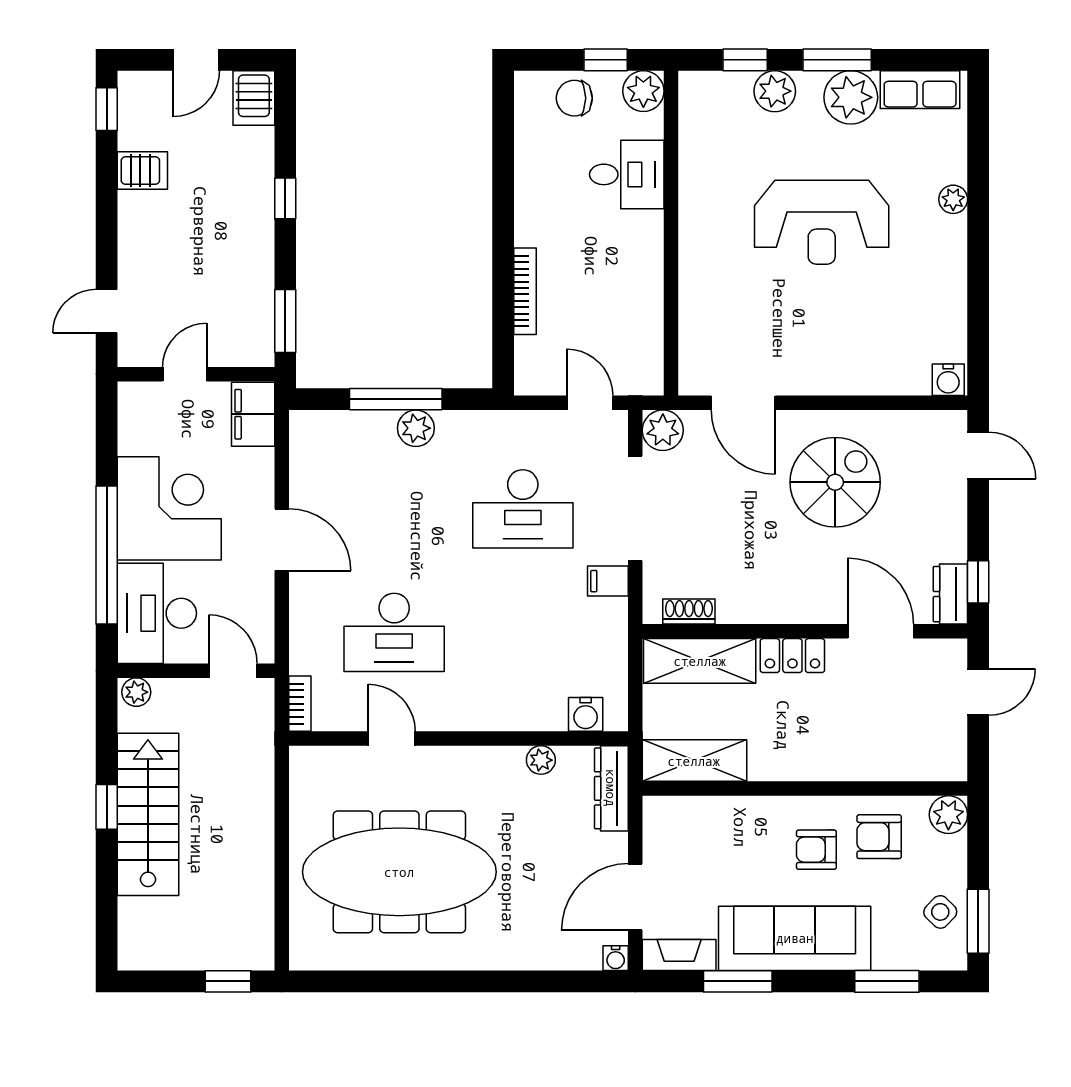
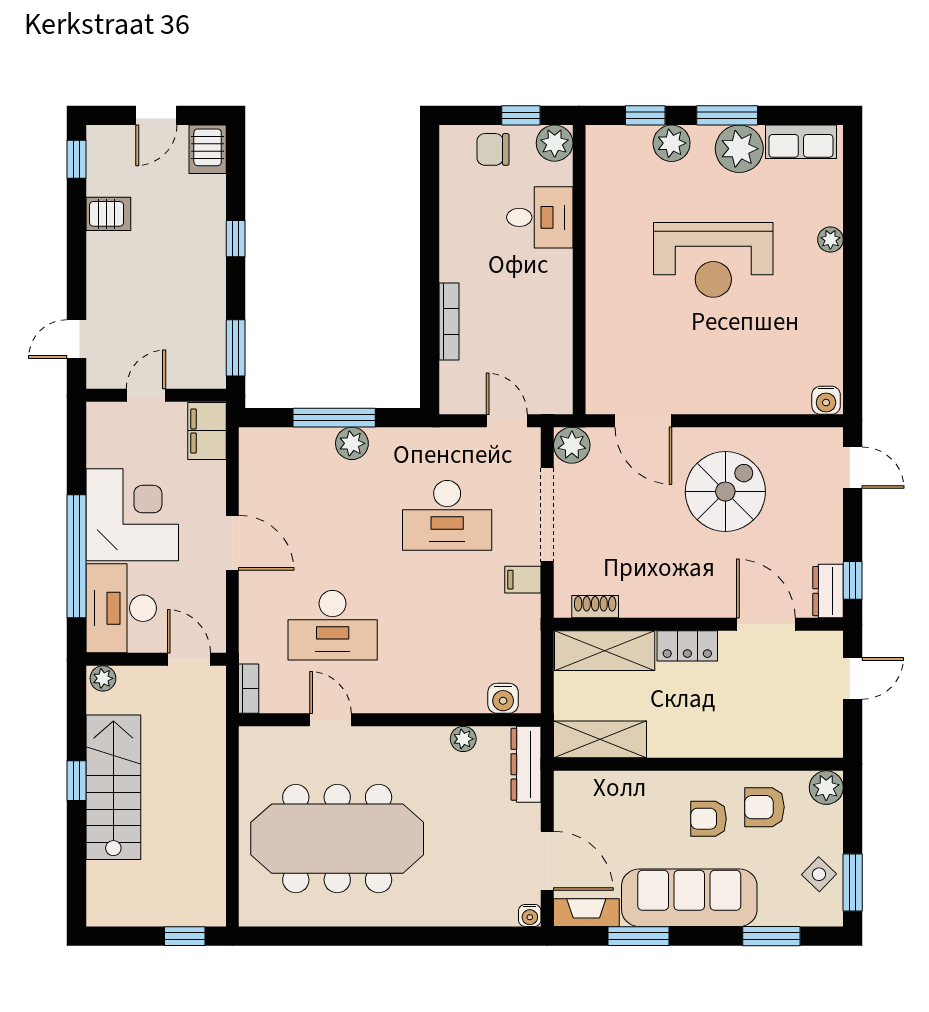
door: (635, 897) -> (547, 861), swing flipped

